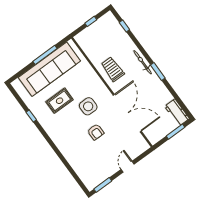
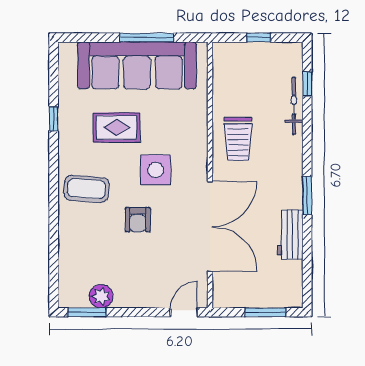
bicycle: (143, 62) -> (294, 106), moved
trolley: (113, 69) -> (238, 139), turned 180
workbench: (177, 112) -> (290, 234), moved
coffee table: (66, 135) -> (86, 189), added
door: (128, 167) -> (184, 312), moved
plant: (104, 174) -> (101, 296), added

